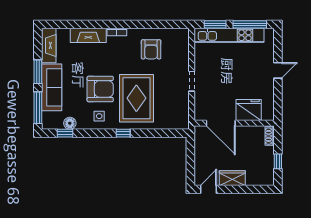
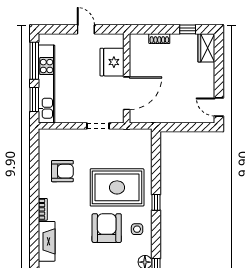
fridge: (249, 110) -> (112, 62), moved
door: (221, 123) -> (127, 93), moved
wall: (234, 123) -> (127, 78), moved
wardrobe: (232, 178) -> (206, 48), moved

